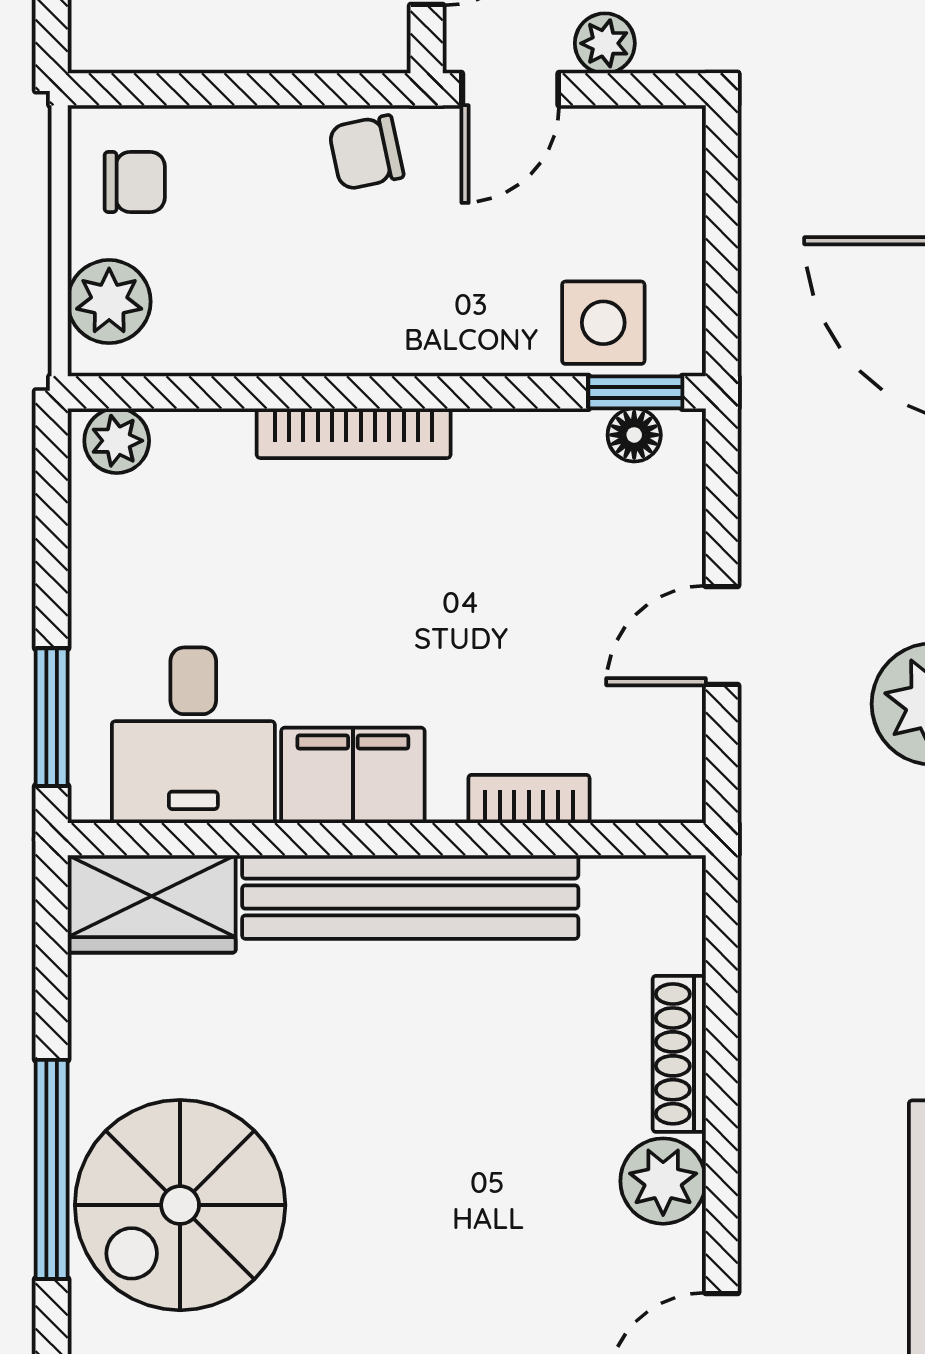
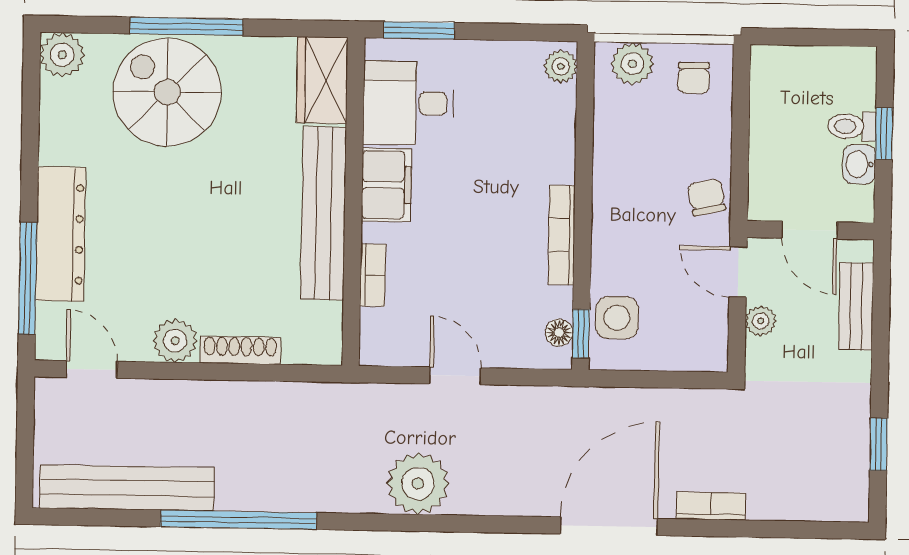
bookcase: (354, 433) -> (562, 235), moved

